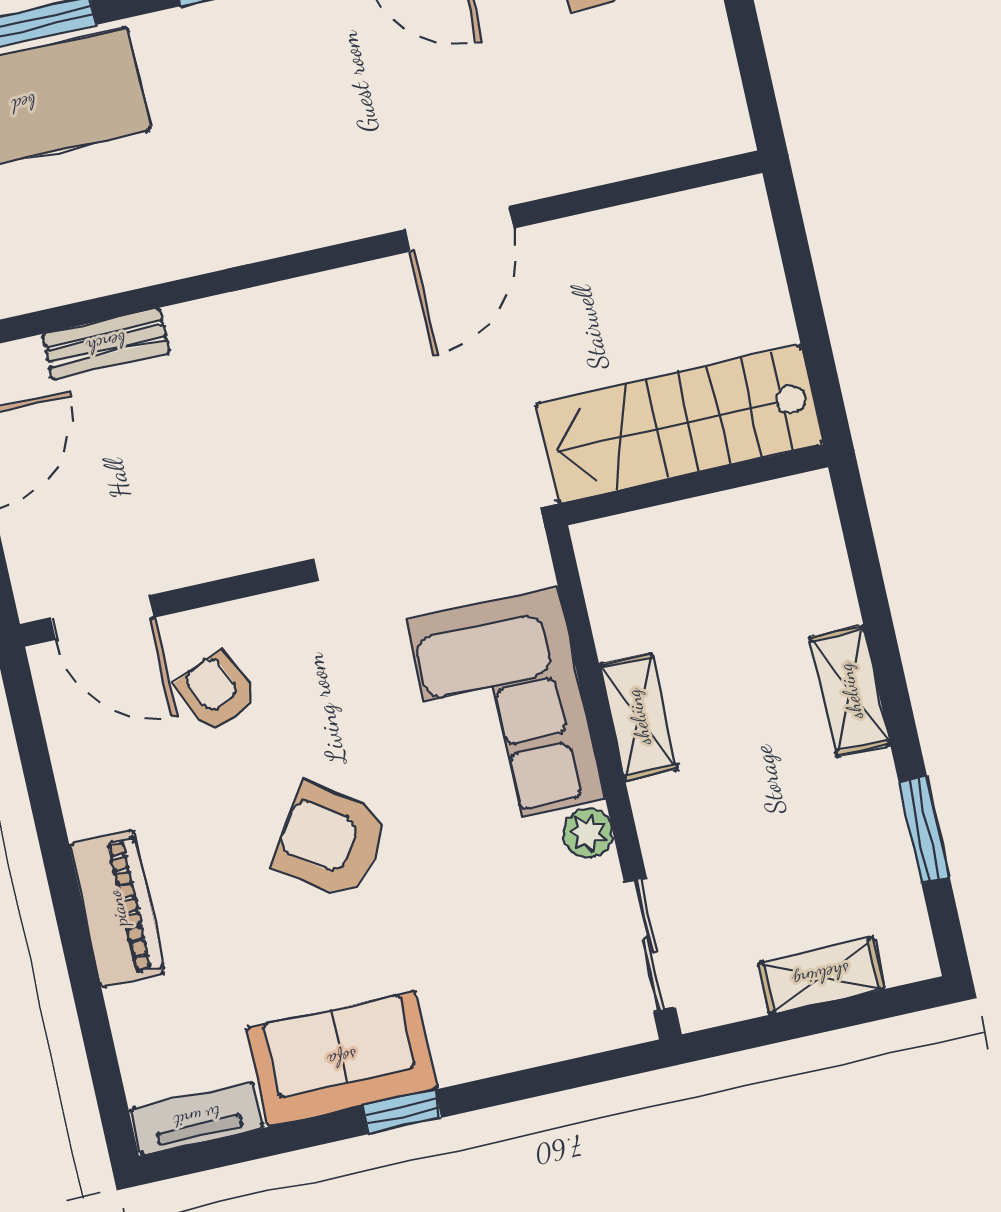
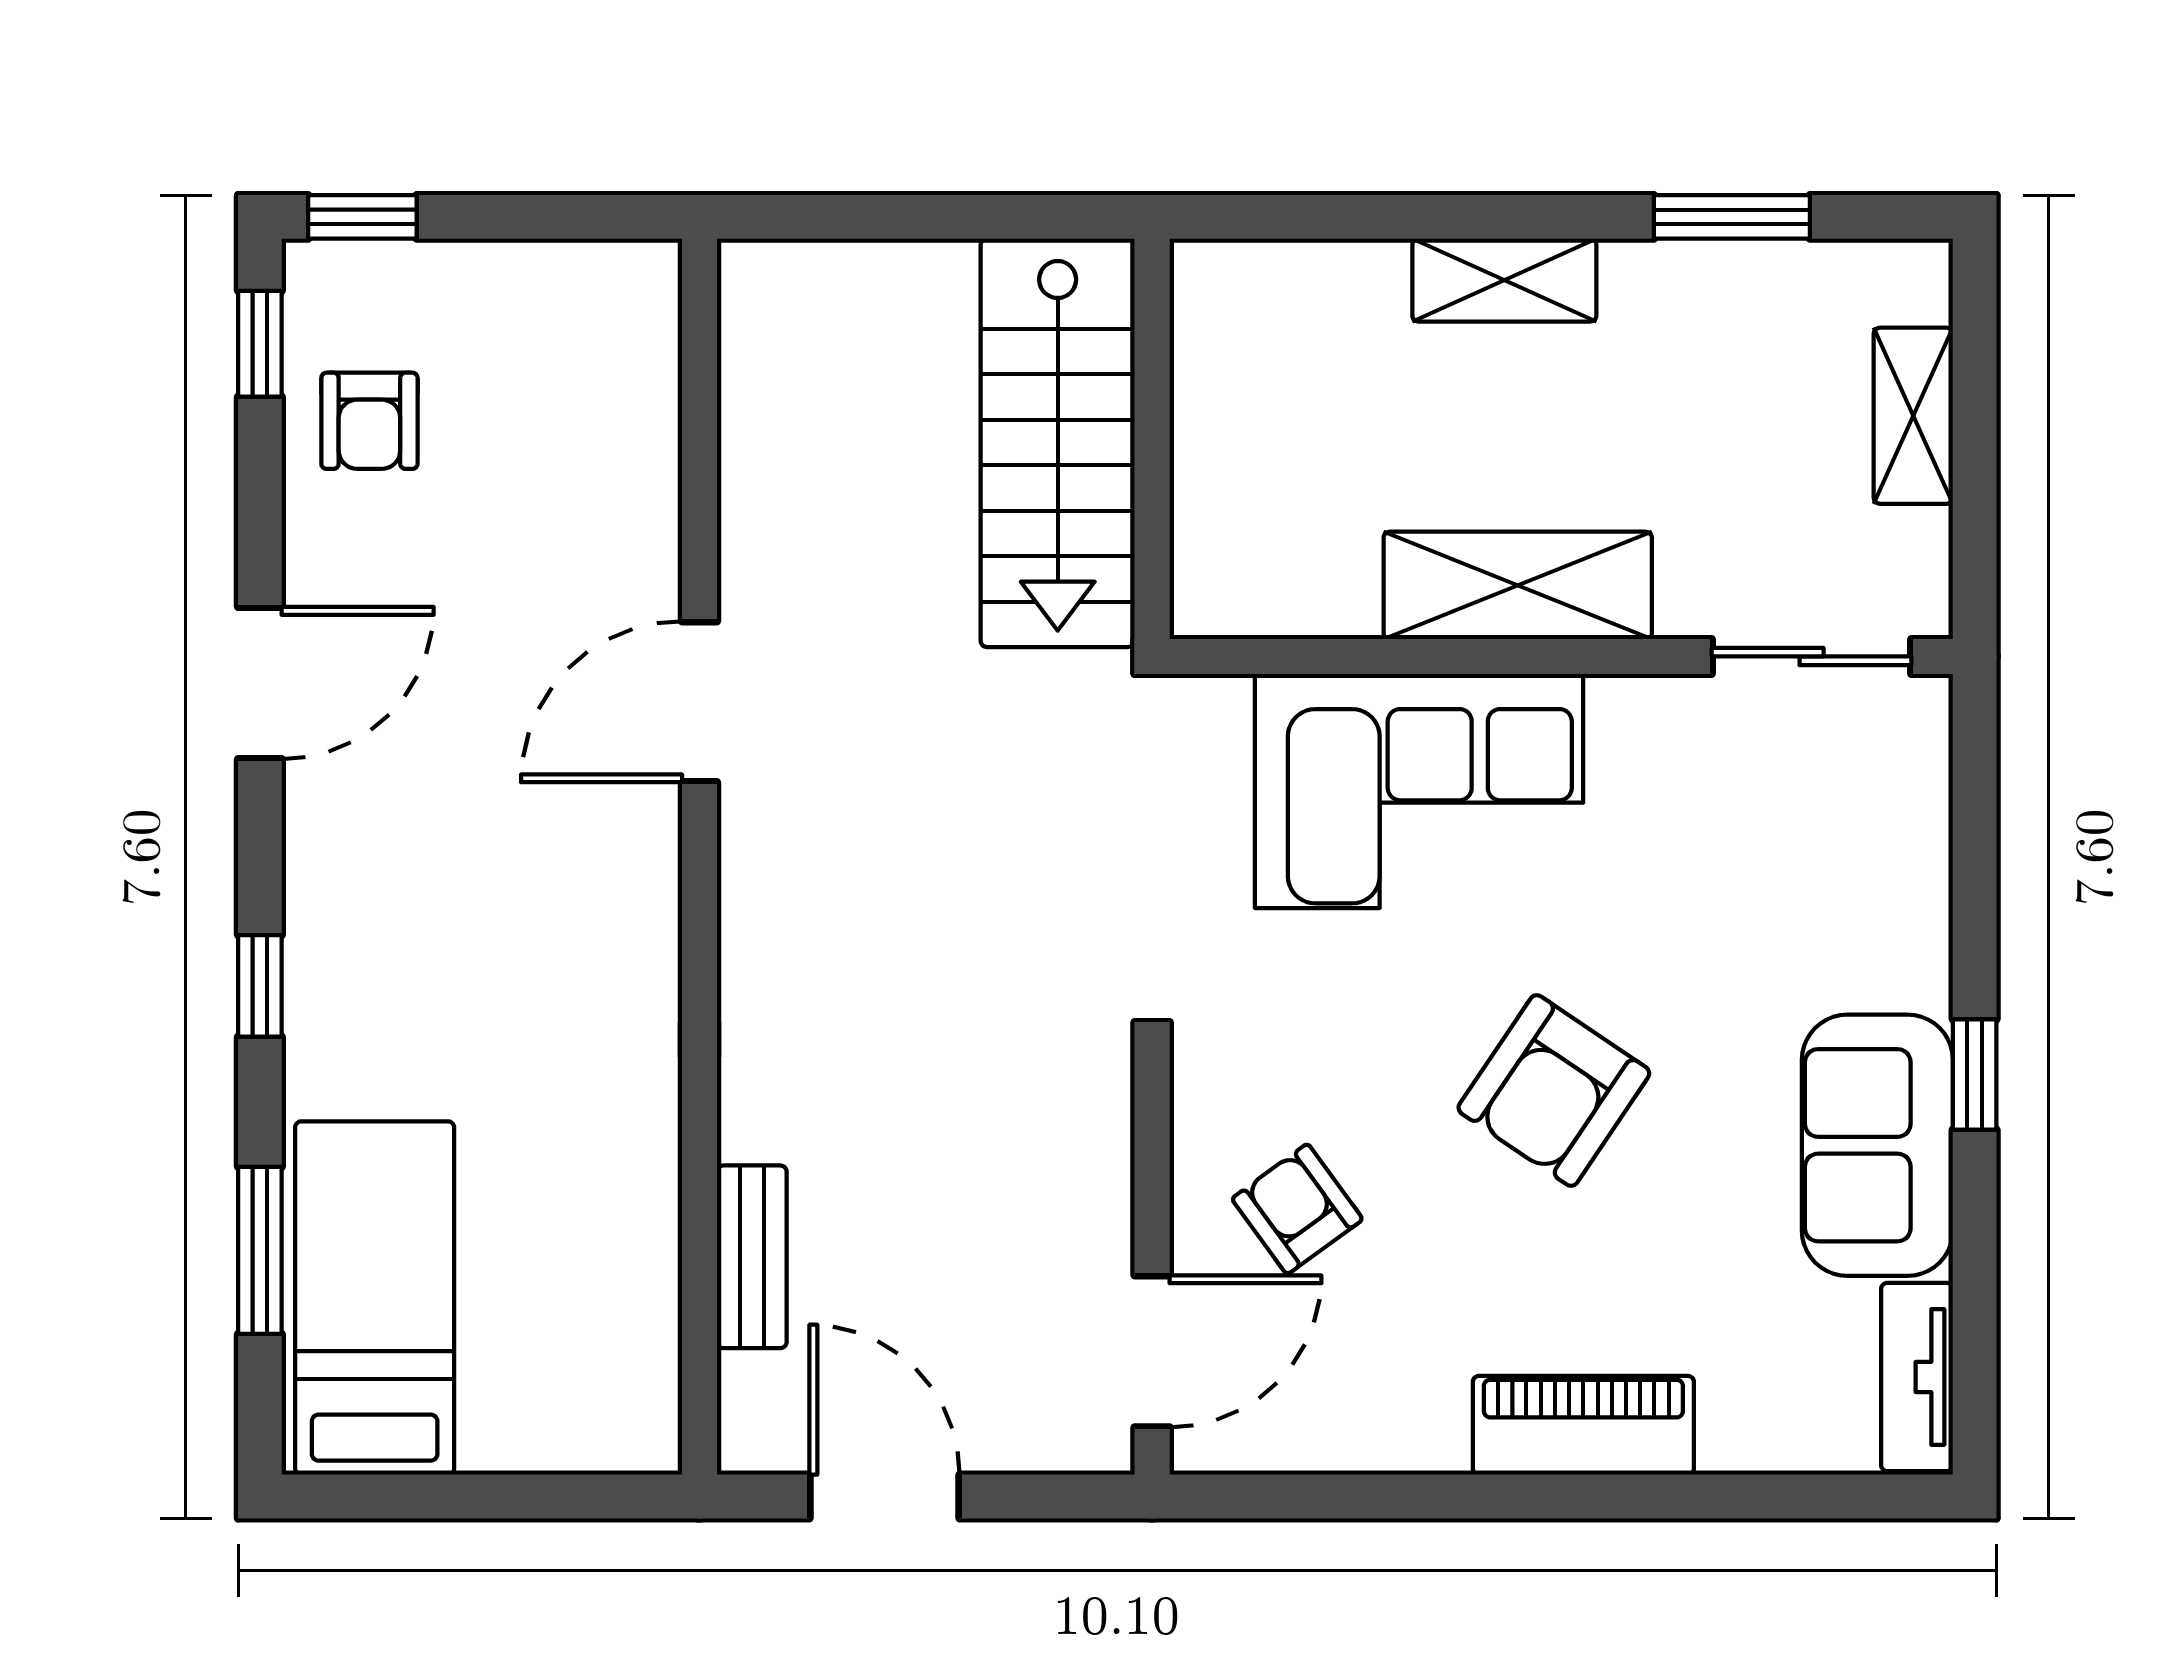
door: (459, 229) -> (699, 702), swing flipped
armchair: (216, 691) -> (1297, 1209), turned 78
shelving: (638, 717) -> (1518, 585), width x1.50, depth x1.33
plant: (588, 833) -> (1627, 711), removed

